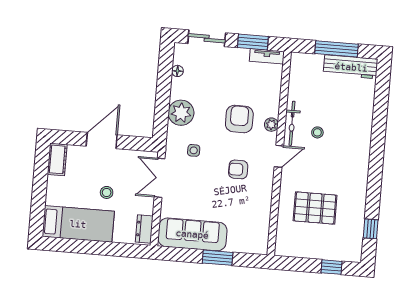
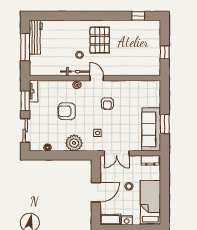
armchair: (239, 119) -> (67, 111), moved
door: (102, 141) -> (96, 192), swing flipped
nightstand: (54, 185) -> (127, 220), added
pallet: (315, 208) -> (100, 40), moved
window: (218, 258) -> (165, 124), moved
window: (332, 267) -> (165, 52), moved

